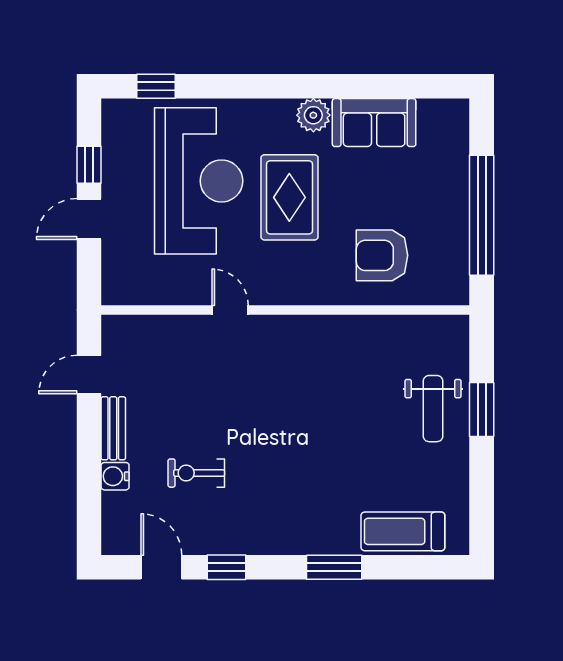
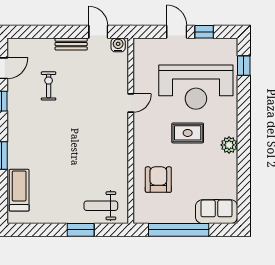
sofa: (374, 123) -> (217, 212), moved, turned 90
rug: (289, 197) -> (188, 133), width x0.73, depth x0.70
weight bench: (433, 409) -> (101, 206), moved
water cooler: (115, 476) -> (118, 45), moved

